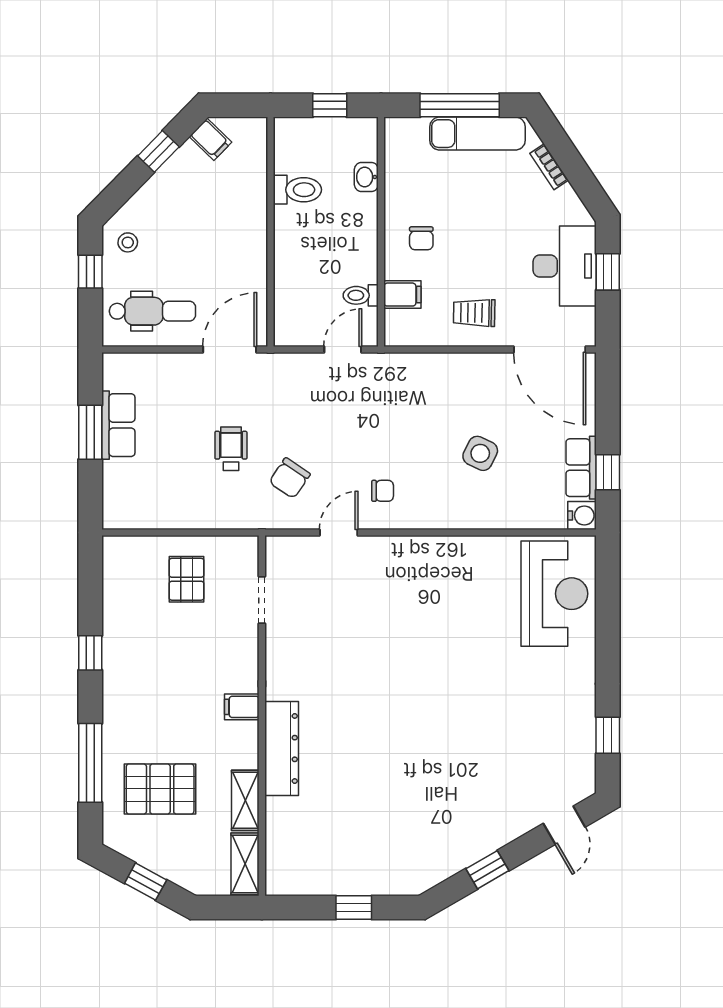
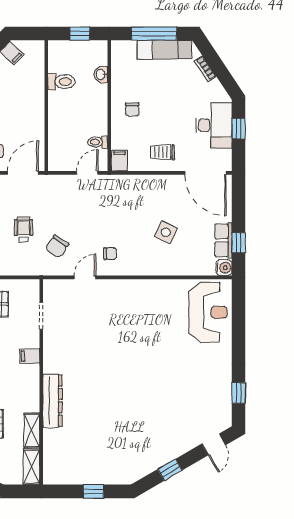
filing cabinet: (402, 295) -> (120, 161), moved, turned -90
filing cabinet: (242, 707) -> (30, 356), moved

